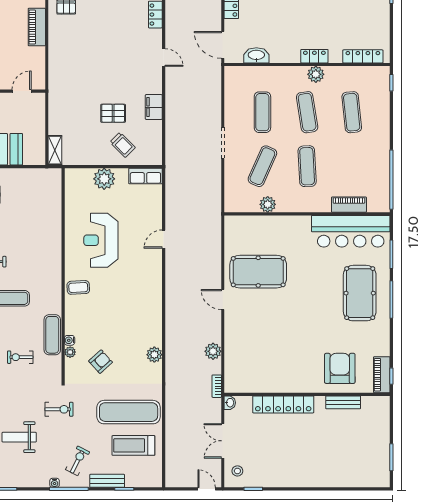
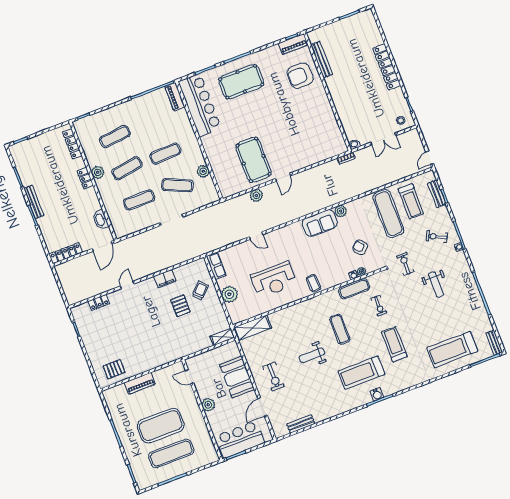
shelving: (52, 191) -> (252, 328), added
piano: (349, 205) -> (175, 97), moved
sofa: (149, 323) -> (320, 223), added
plant: (213, 351) -> (256, 195), moved
bench: (343, 402) -> (322, 60), width x1.36
locker: (283, 404) -> (387, 67), moved, turned 180
bench: (107, 481) -> (437, 194), moved
door: (207, 489) -> (430, 158), moved

